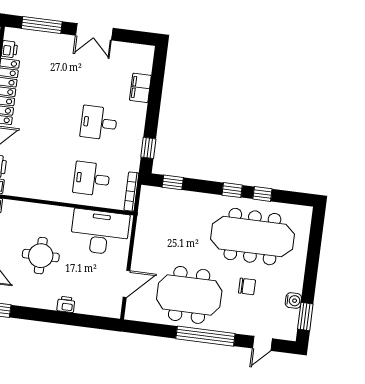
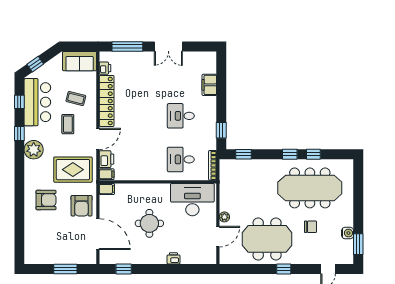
plant: (138, 260) -> (224, 217), added
window: (205, 336) -> (284, 269), width x0.32

